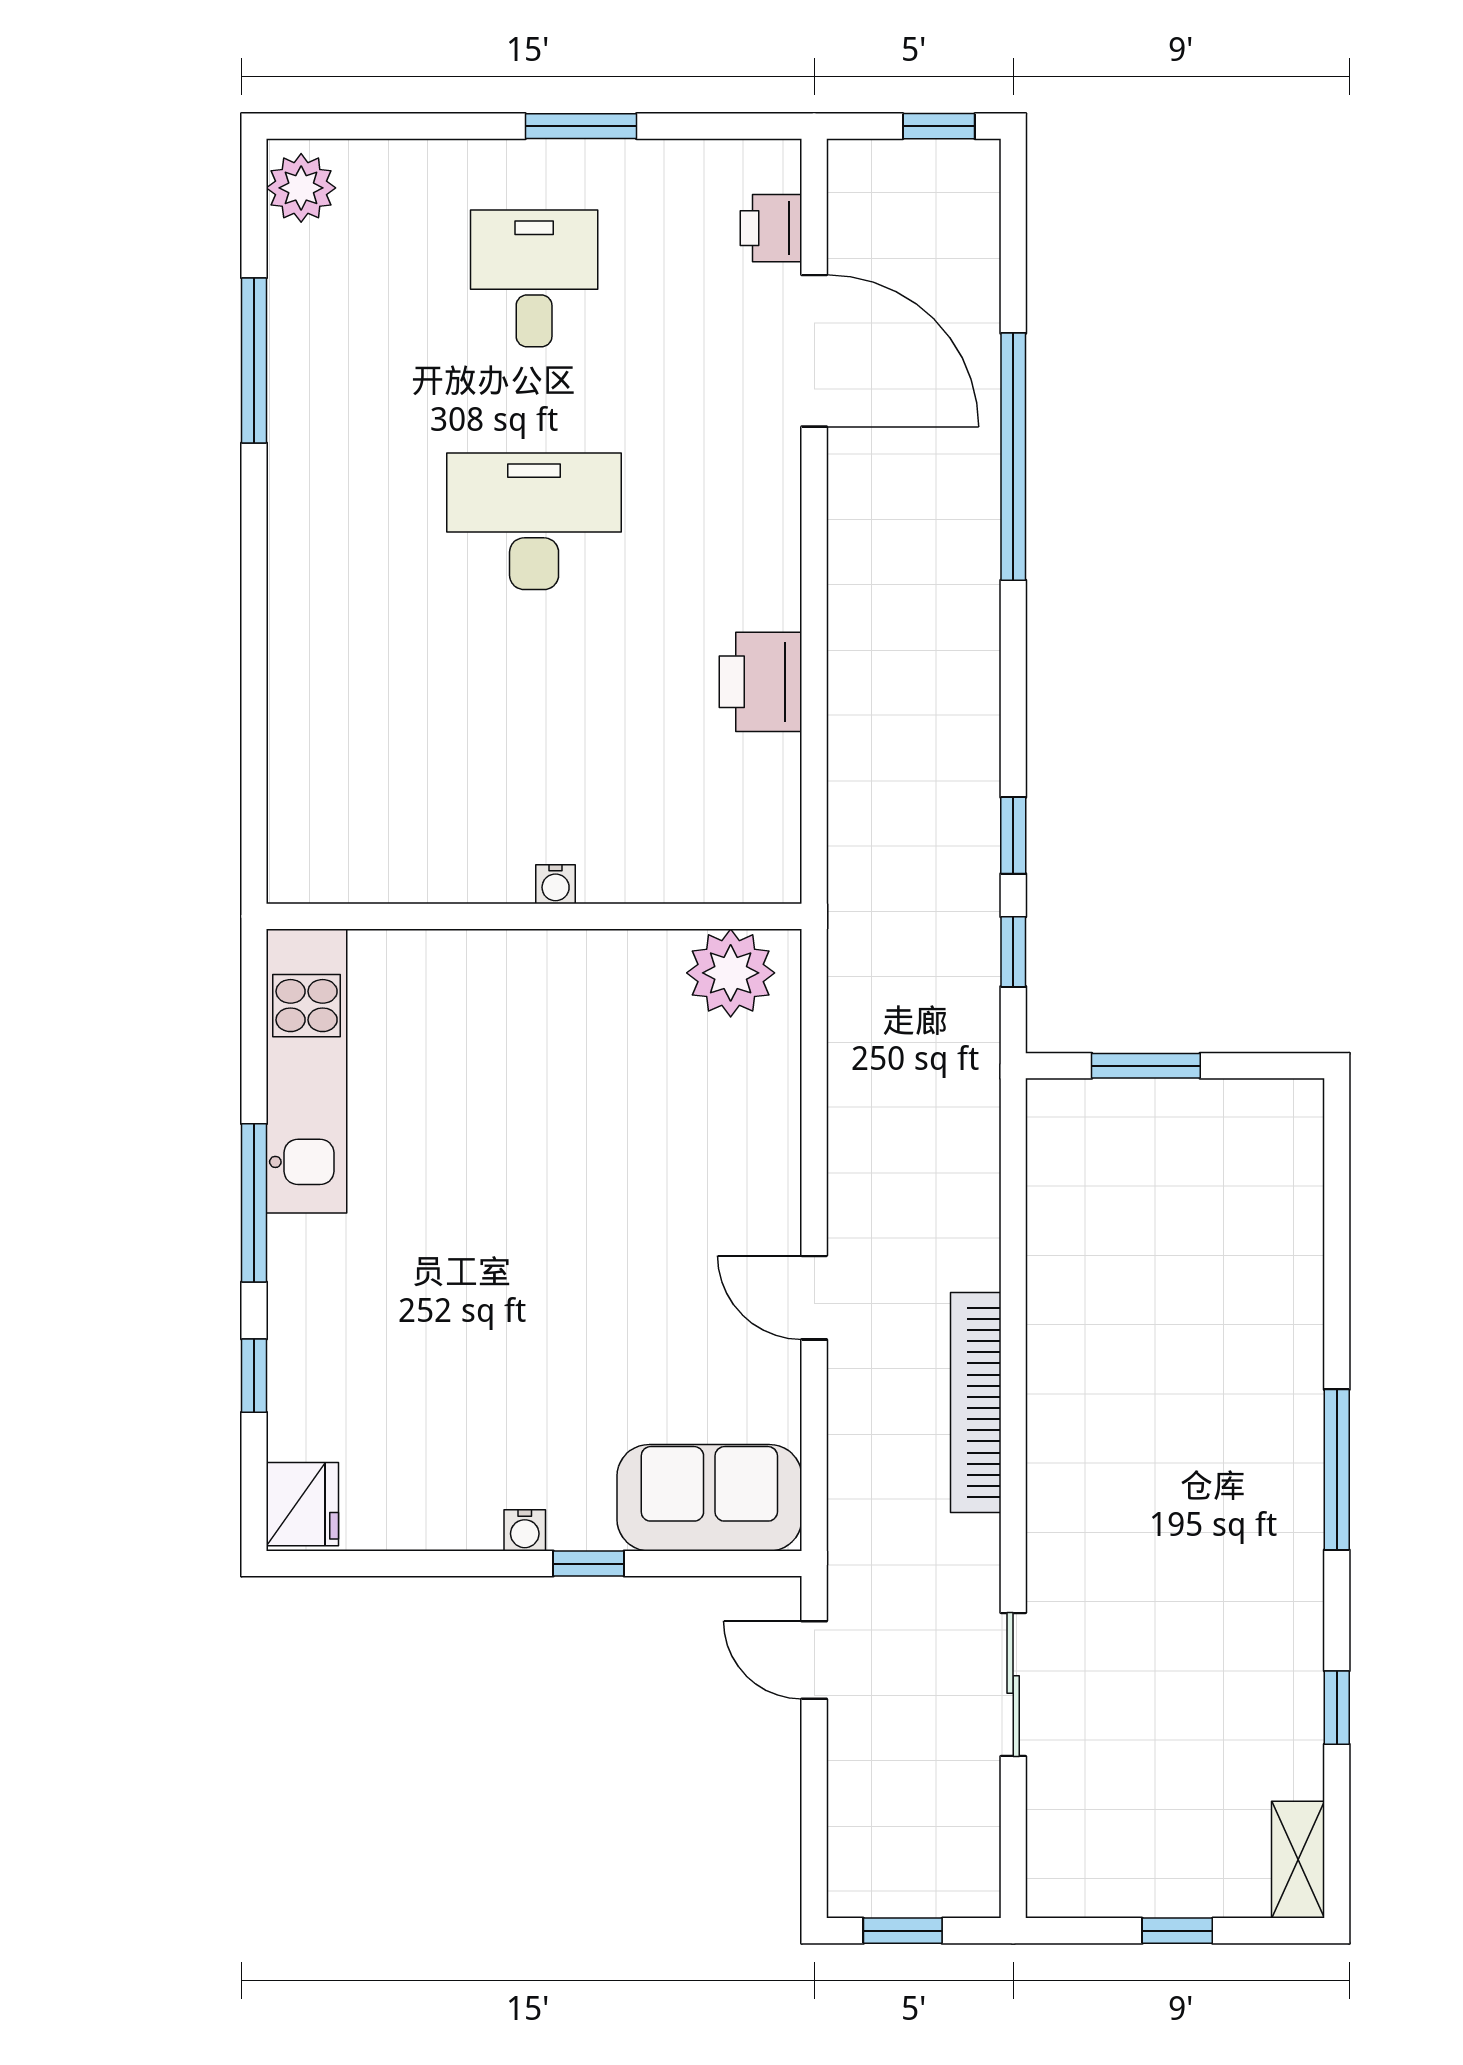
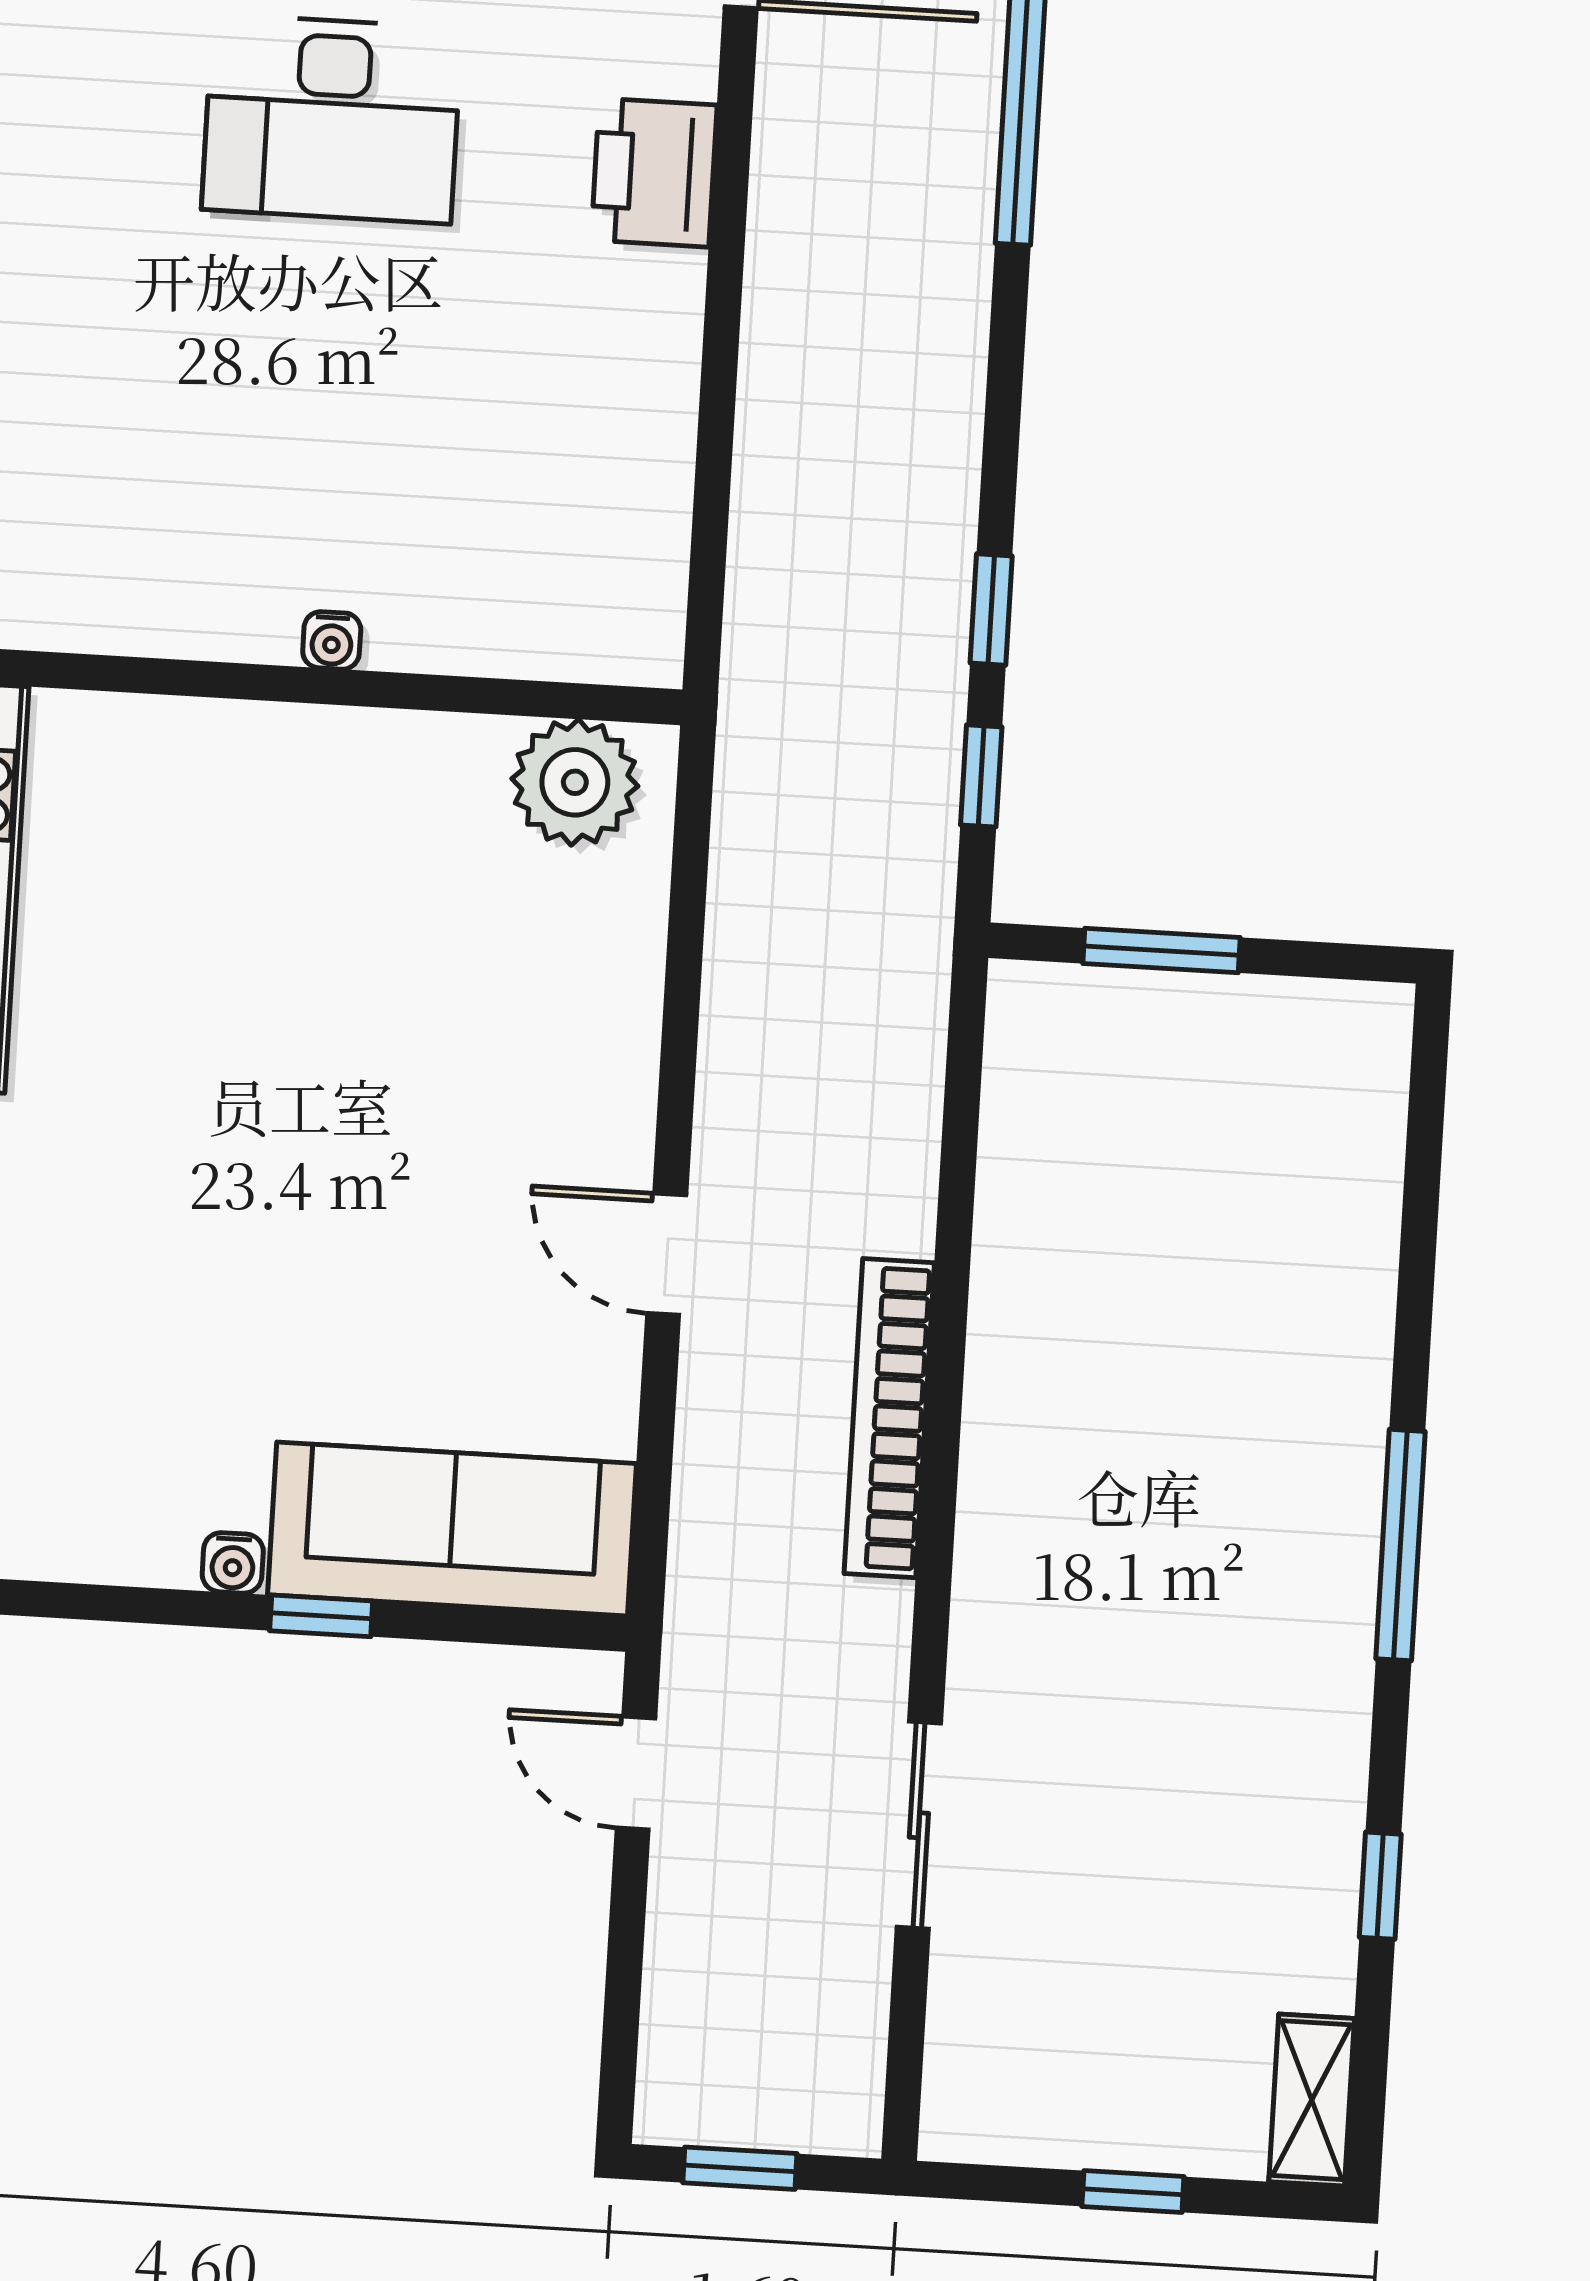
desk: (534, 521) -> (332, 119), turned 180
printer: (761, 682) -> (654, 173), moved
sofa: (709, 1498) -> (452, 1529), width x1.36

